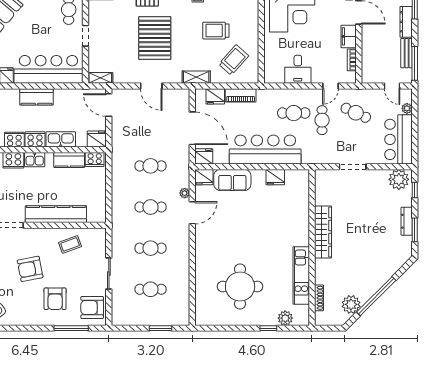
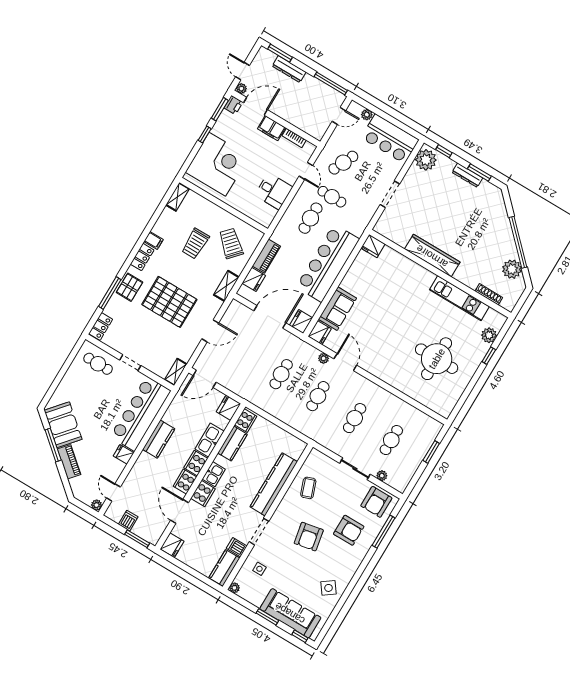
bench: (407, 53) -> (317, 85), removed
fridge: (275, 177) -> (373, 246), moved, turned 90
plant: (116, 299) -> (382, 476), added

